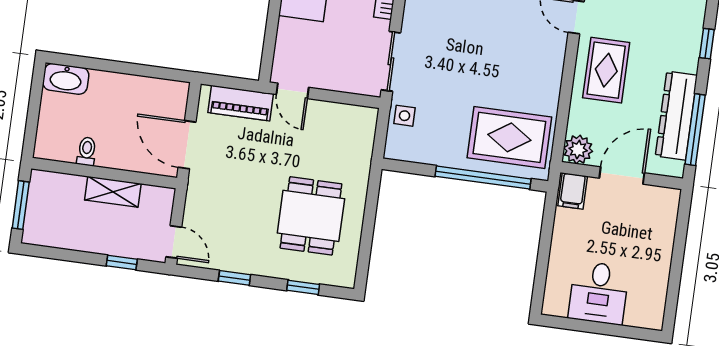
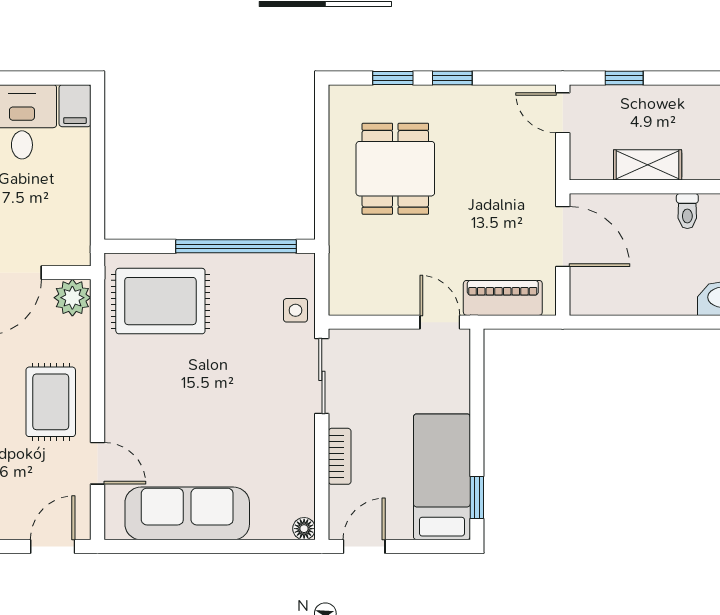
window: (483, 178) -> (236, 246), moved
filing cabinet: (573, 191) -> (75, 106), moved, turned 180
window: (234, 278) -> (452, 78), moved

